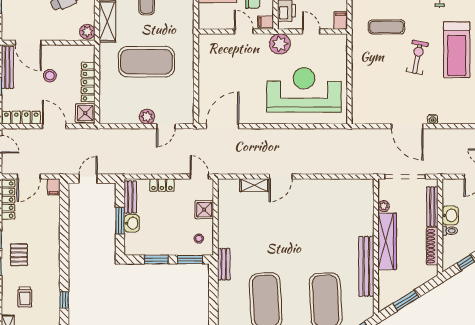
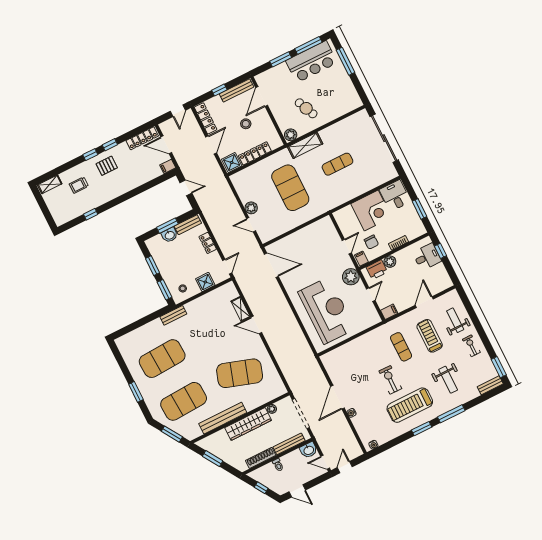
exercise bike: (417, 57) -> (390, 380), turned -100
washbasin: (450, 215) -> (309, 450), moved
exercise mat: (326, 222) -> (240, 373), added

